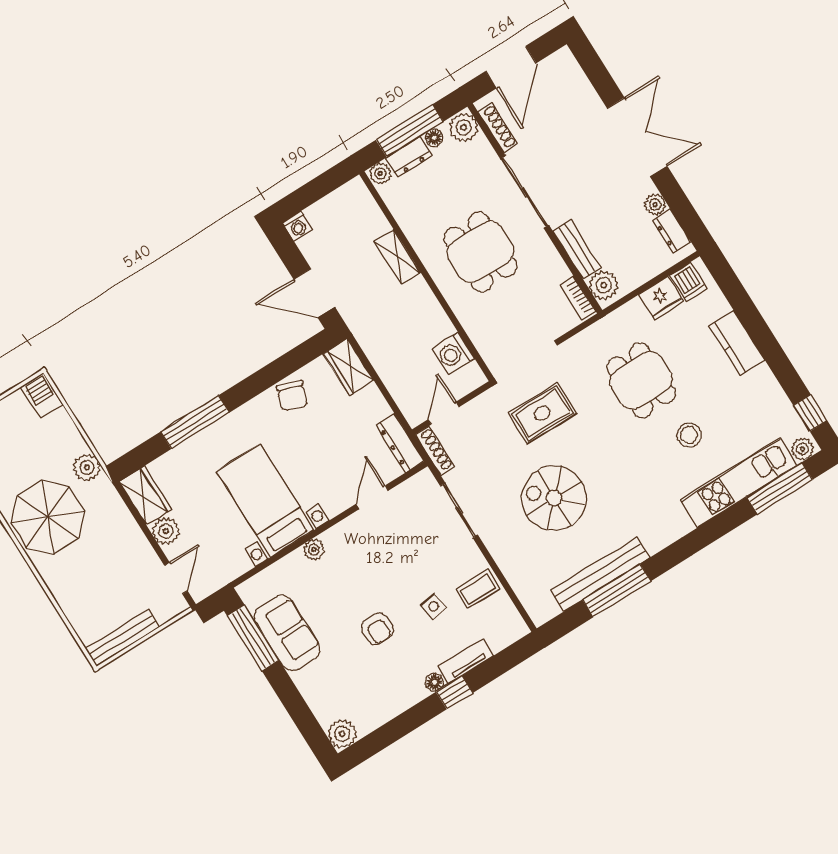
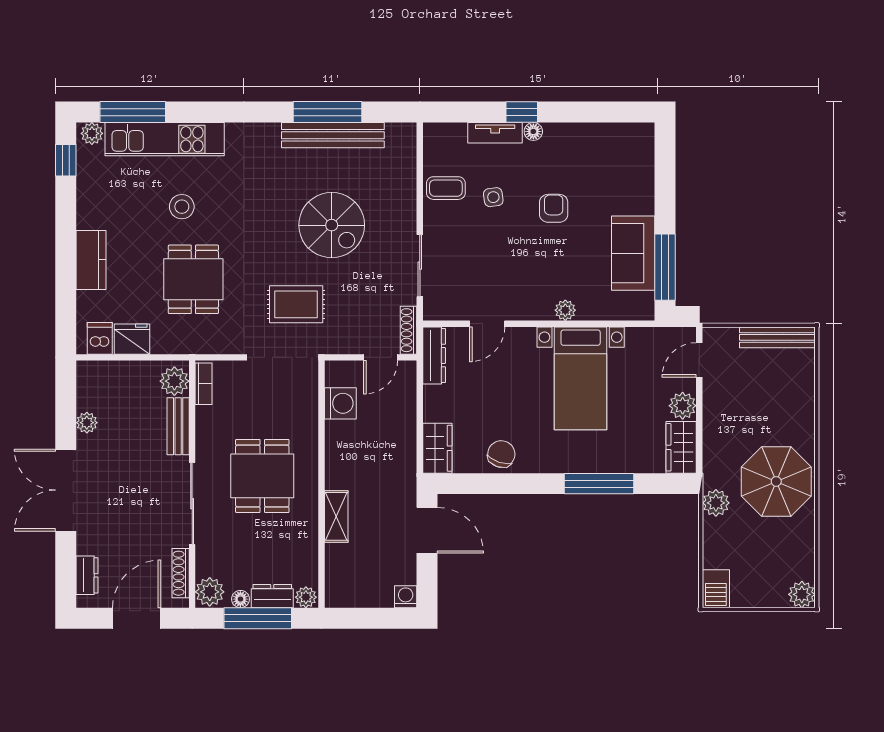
dresser: (672, 231) -> (87, 575), moved
plant: (342, 734) -> (640, 137), removed

